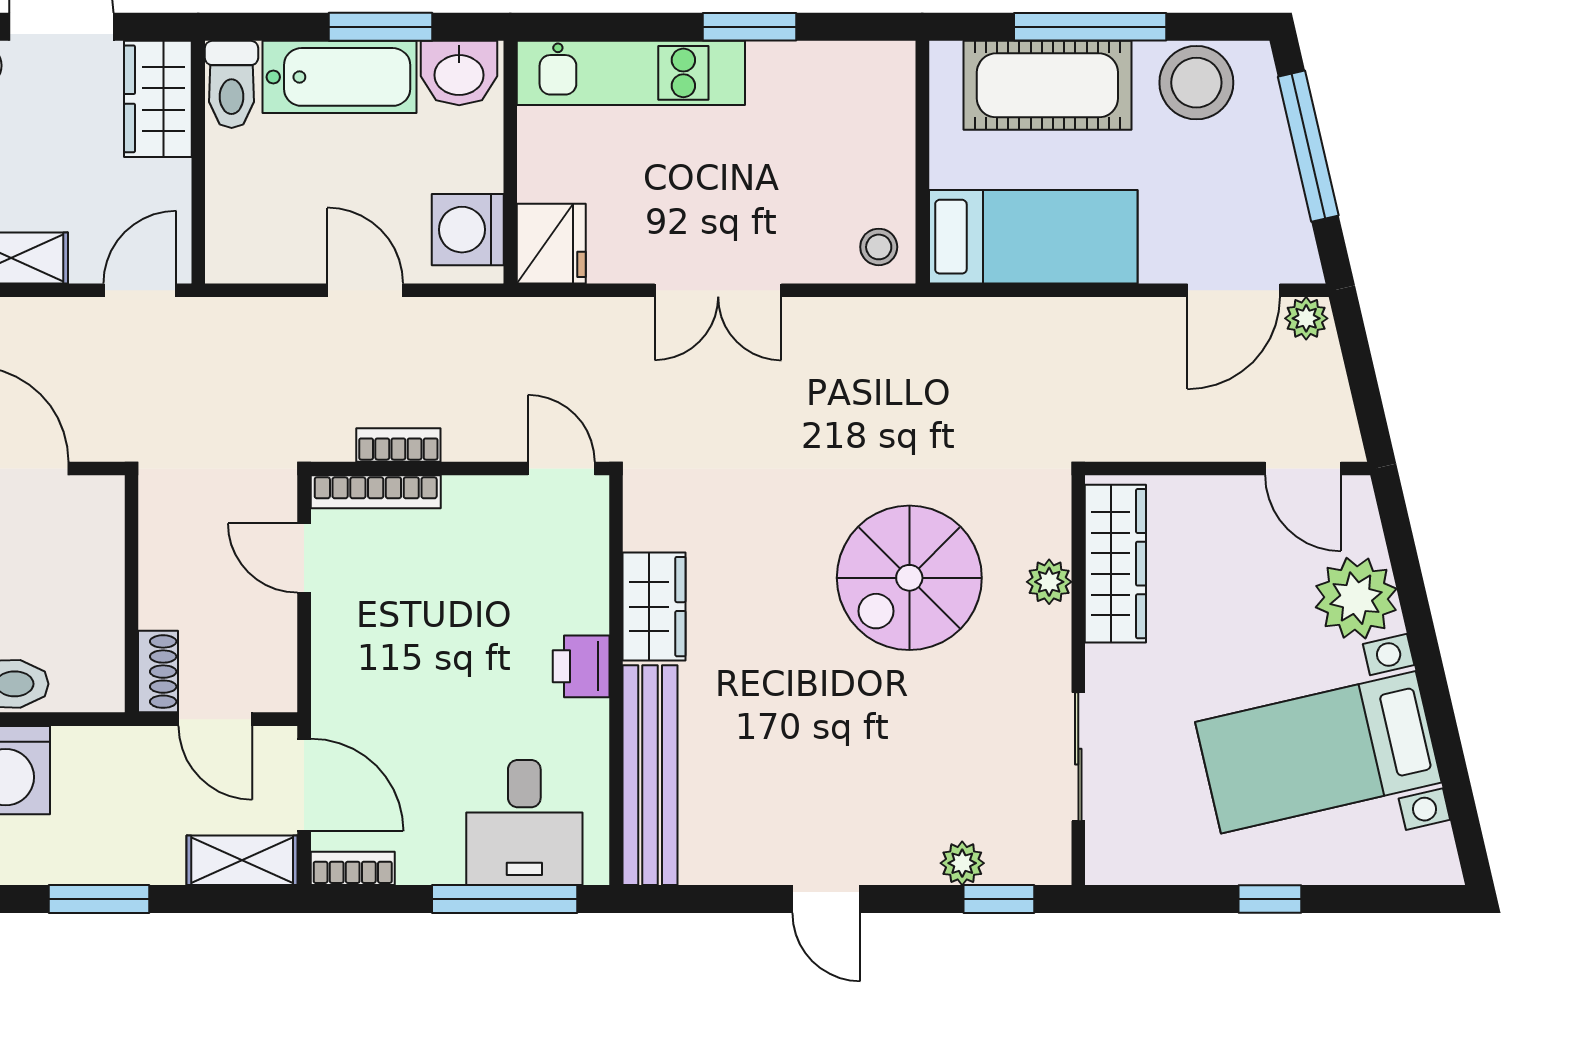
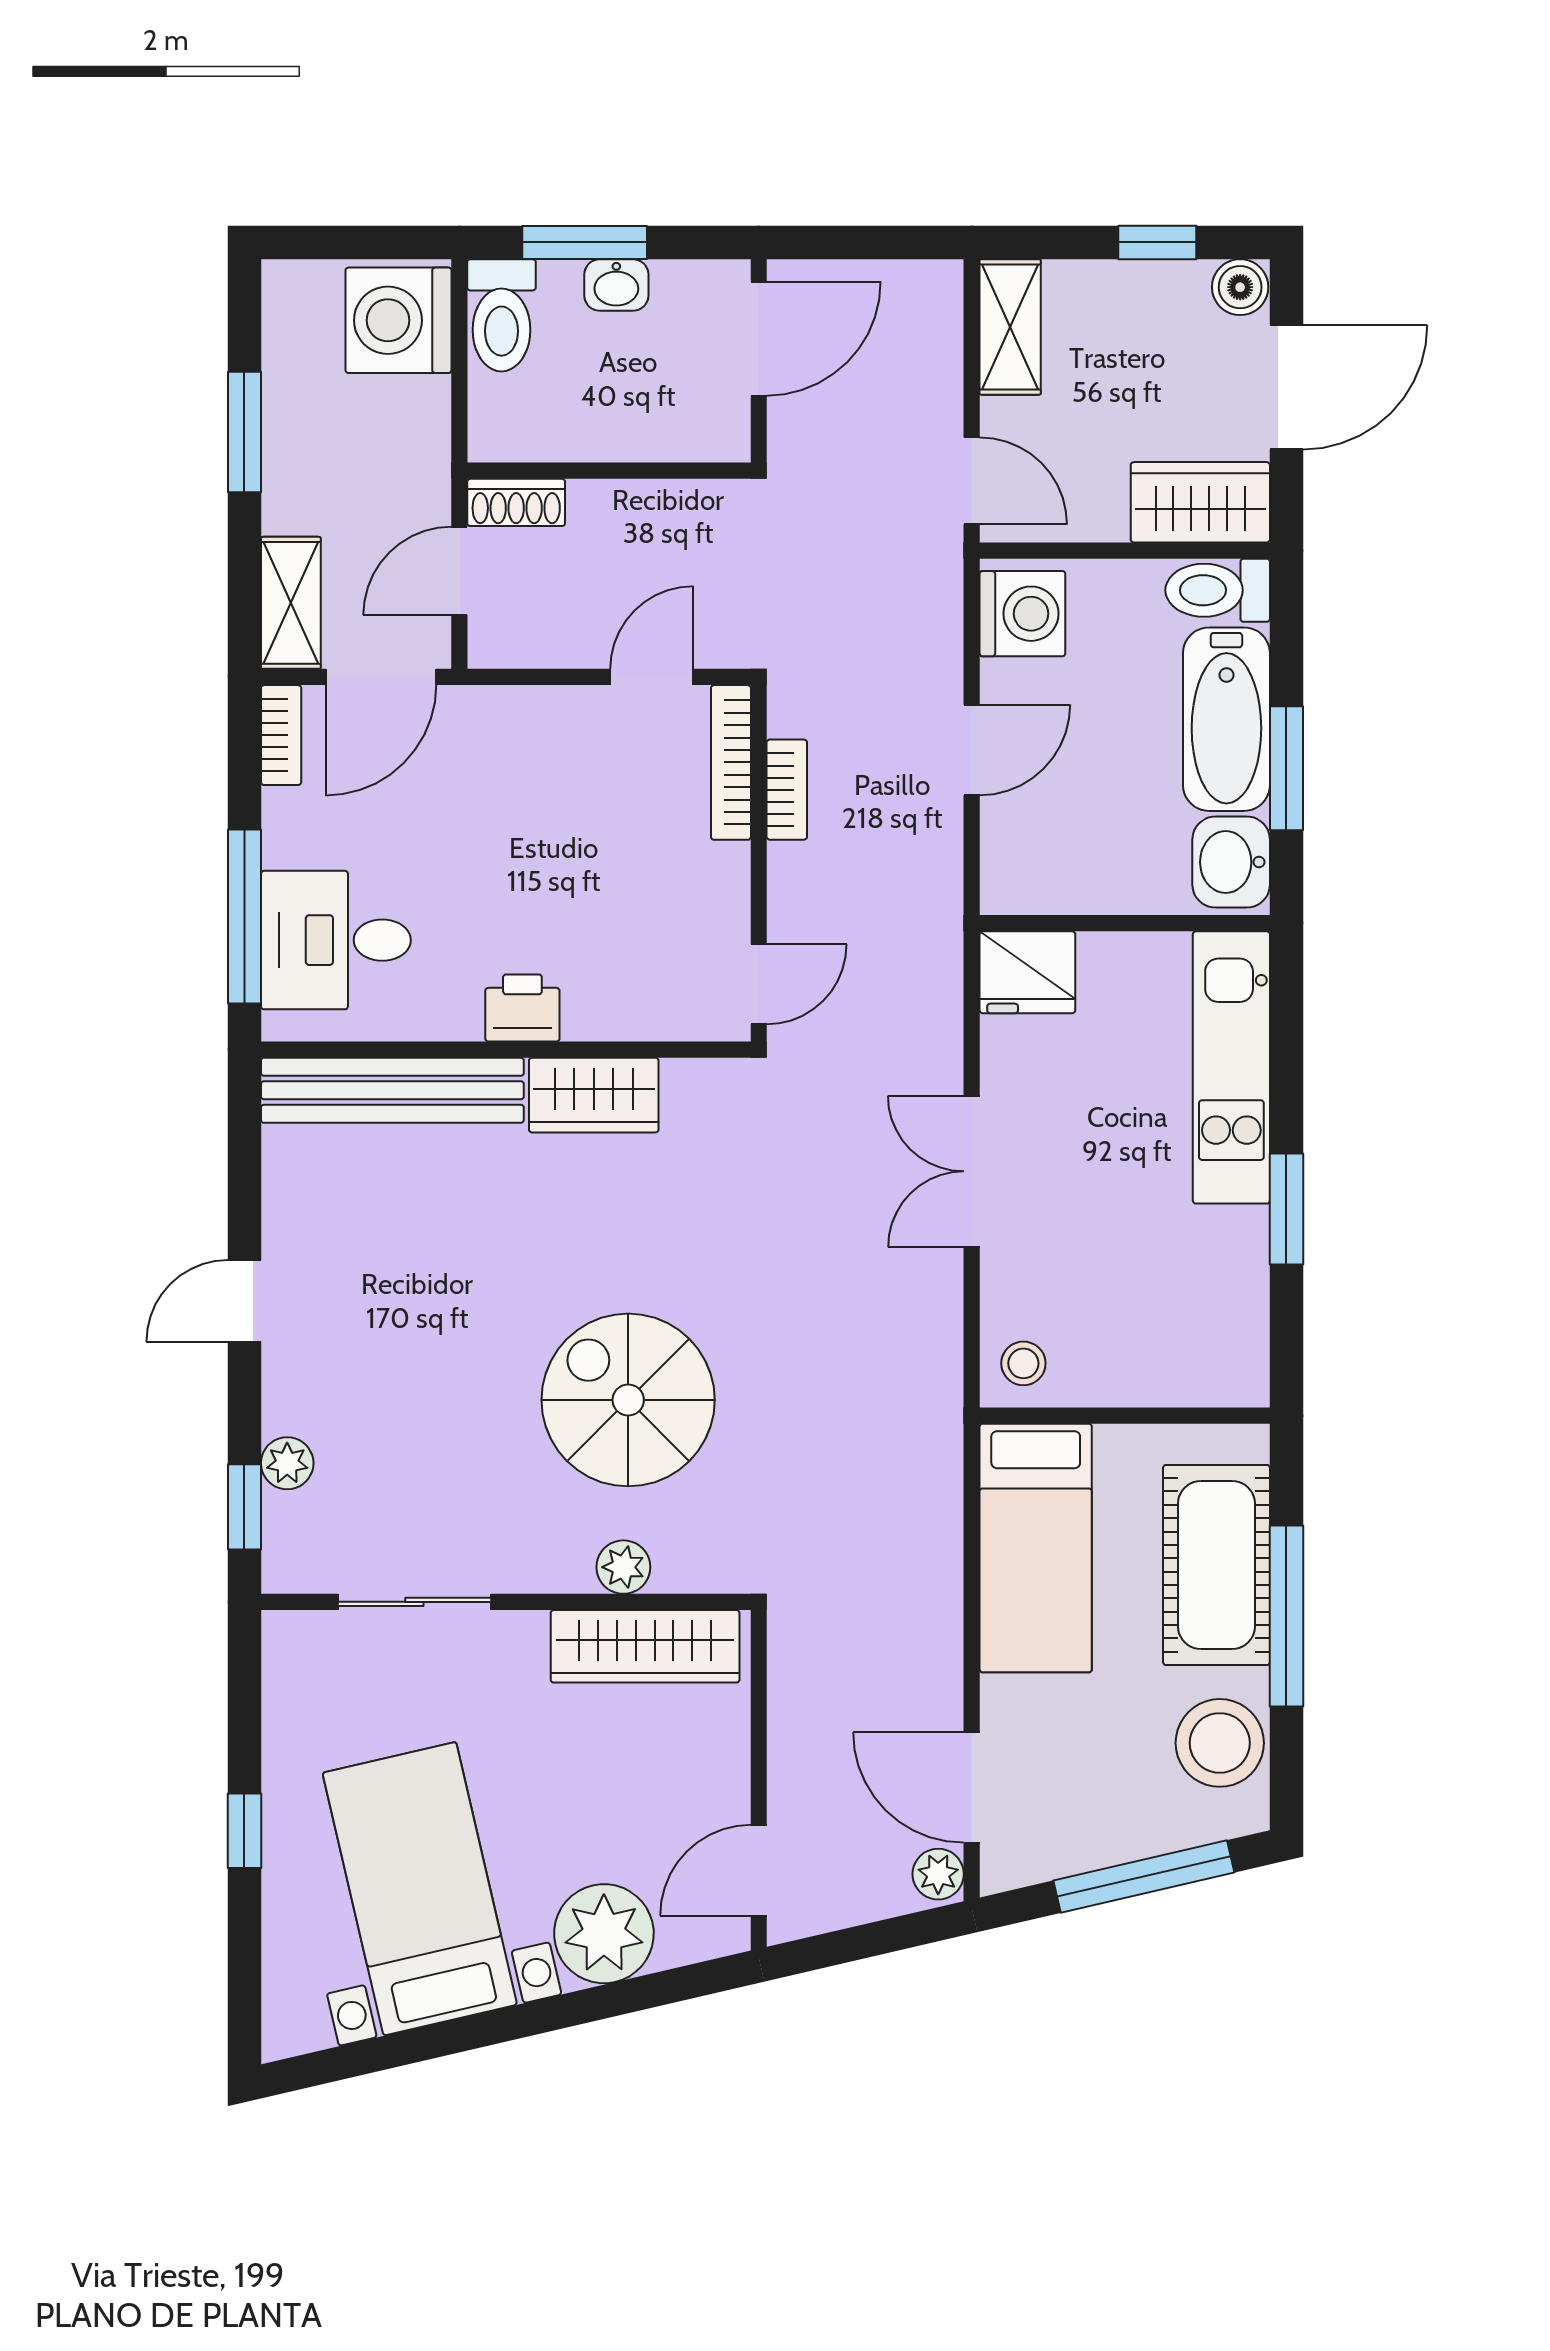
washing machine: (468, 230) -> (1022, 614), moved, turned 90

